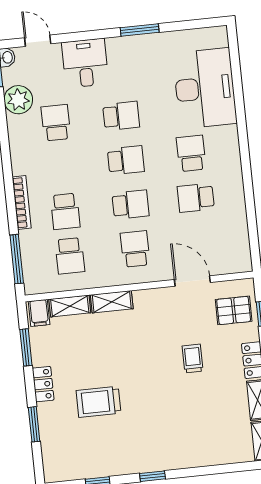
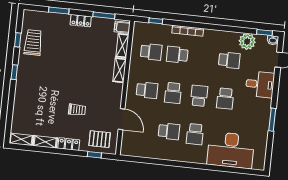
school desk: (191, 153) -> (195, 134), turned 90
school desk: (126, 160) -> (199, 96), turned 180
school desk: (196, 198) -> (169, 131), turned 90
school desk: (70, 256) -> (151, 52), turned 180
window: (17, 259) -> (156, 21), width x0.46
door: (192, 281) -> (122, 119), hinge flipped
pallet: (234, 310) -> (100, 139), turned 90
trolley: (99, 402) -> (33, 43), moved

